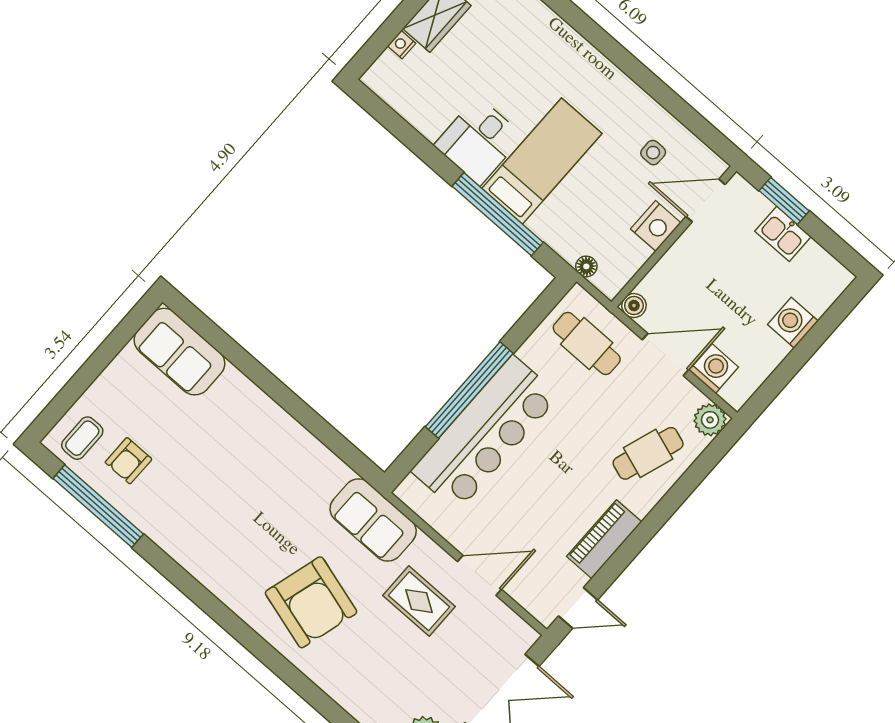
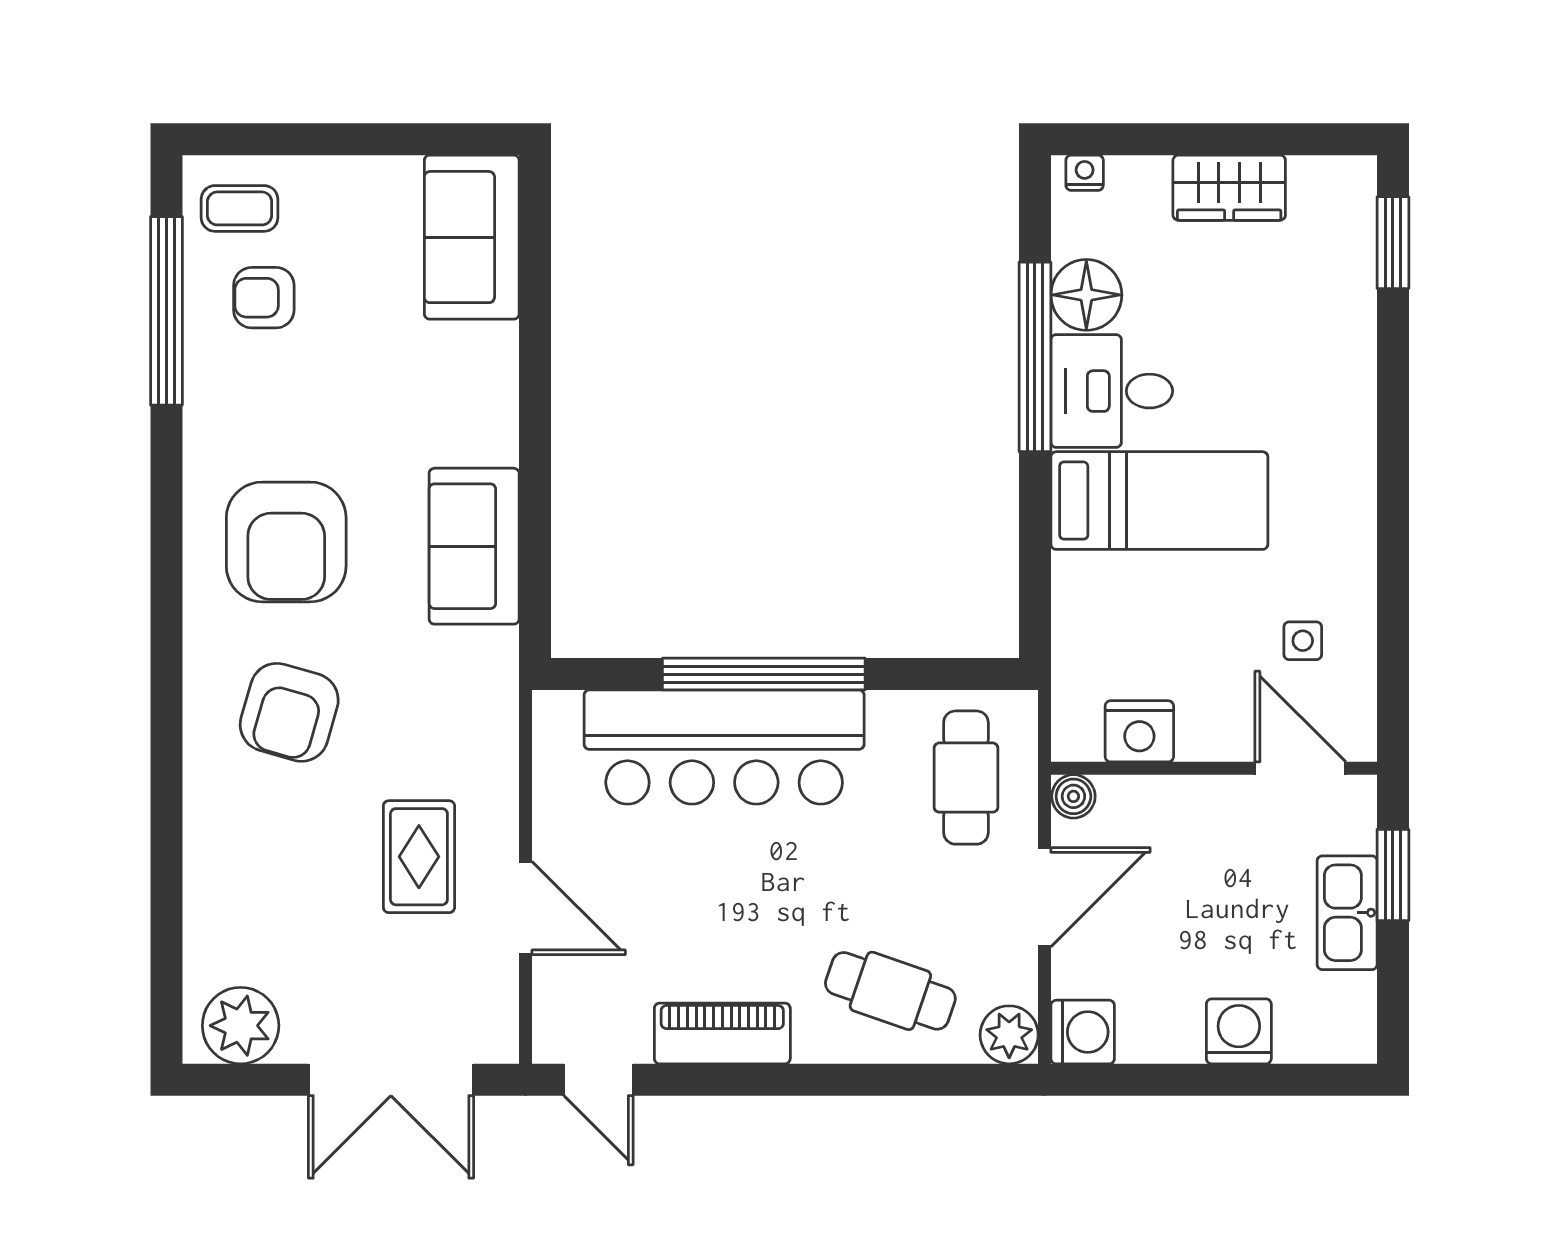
nightstand: (402, 45) -> (1085, 173), moved
window: (498, 214) -> (1035, 357), moved
nightstand: (656, 226) -> (1139, 731), moved
kitchen sink: (783, 234) -> (1347, 913), width x1.38
floor lamp: (586, 266) -> (1086, 295), moved, width x1.89, depth x1.89
door: (665, 355) -> (1045, 897), hinge flipped
washing machine: (714, 369) -> (1083, 1032), moved
sofa: (373, 520) -> (474, 546), moved
armchair: (239, 541) -> (286, 542), added
armchair: (311, 602) -> (289, 712), width x0.73, depth x0.73

